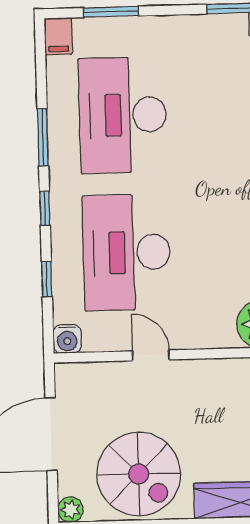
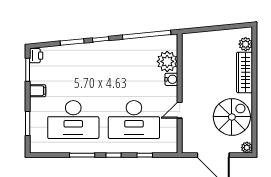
filing cabinet: (58, 36) -> (38, 91), moved
water cooler: (67, 339) -> (171, 79), moved

